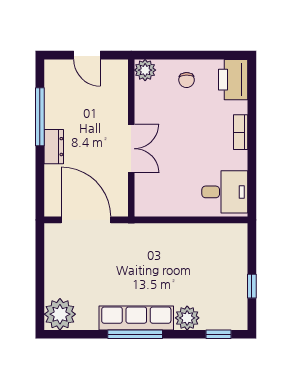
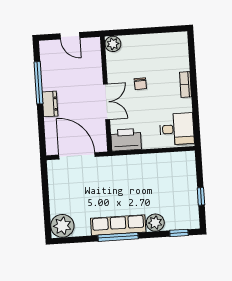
chair: (187, 80) -> (140, 84), moved
printer: (233, 80) -> (126, 140), moved, turned 90

